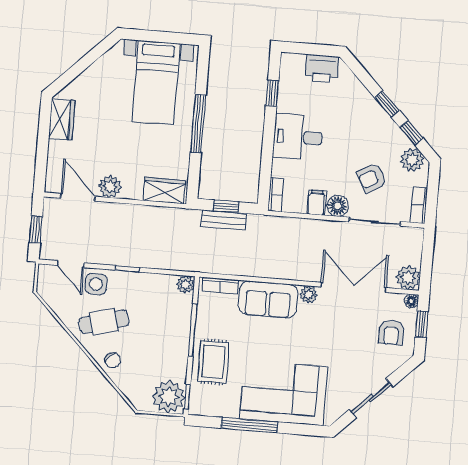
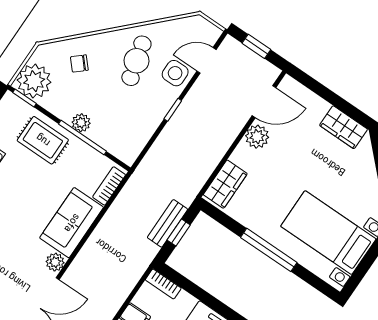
plant: (186, 284) -> (81, 123), moved
chair: (113, 360) -> (79, 63), moved

